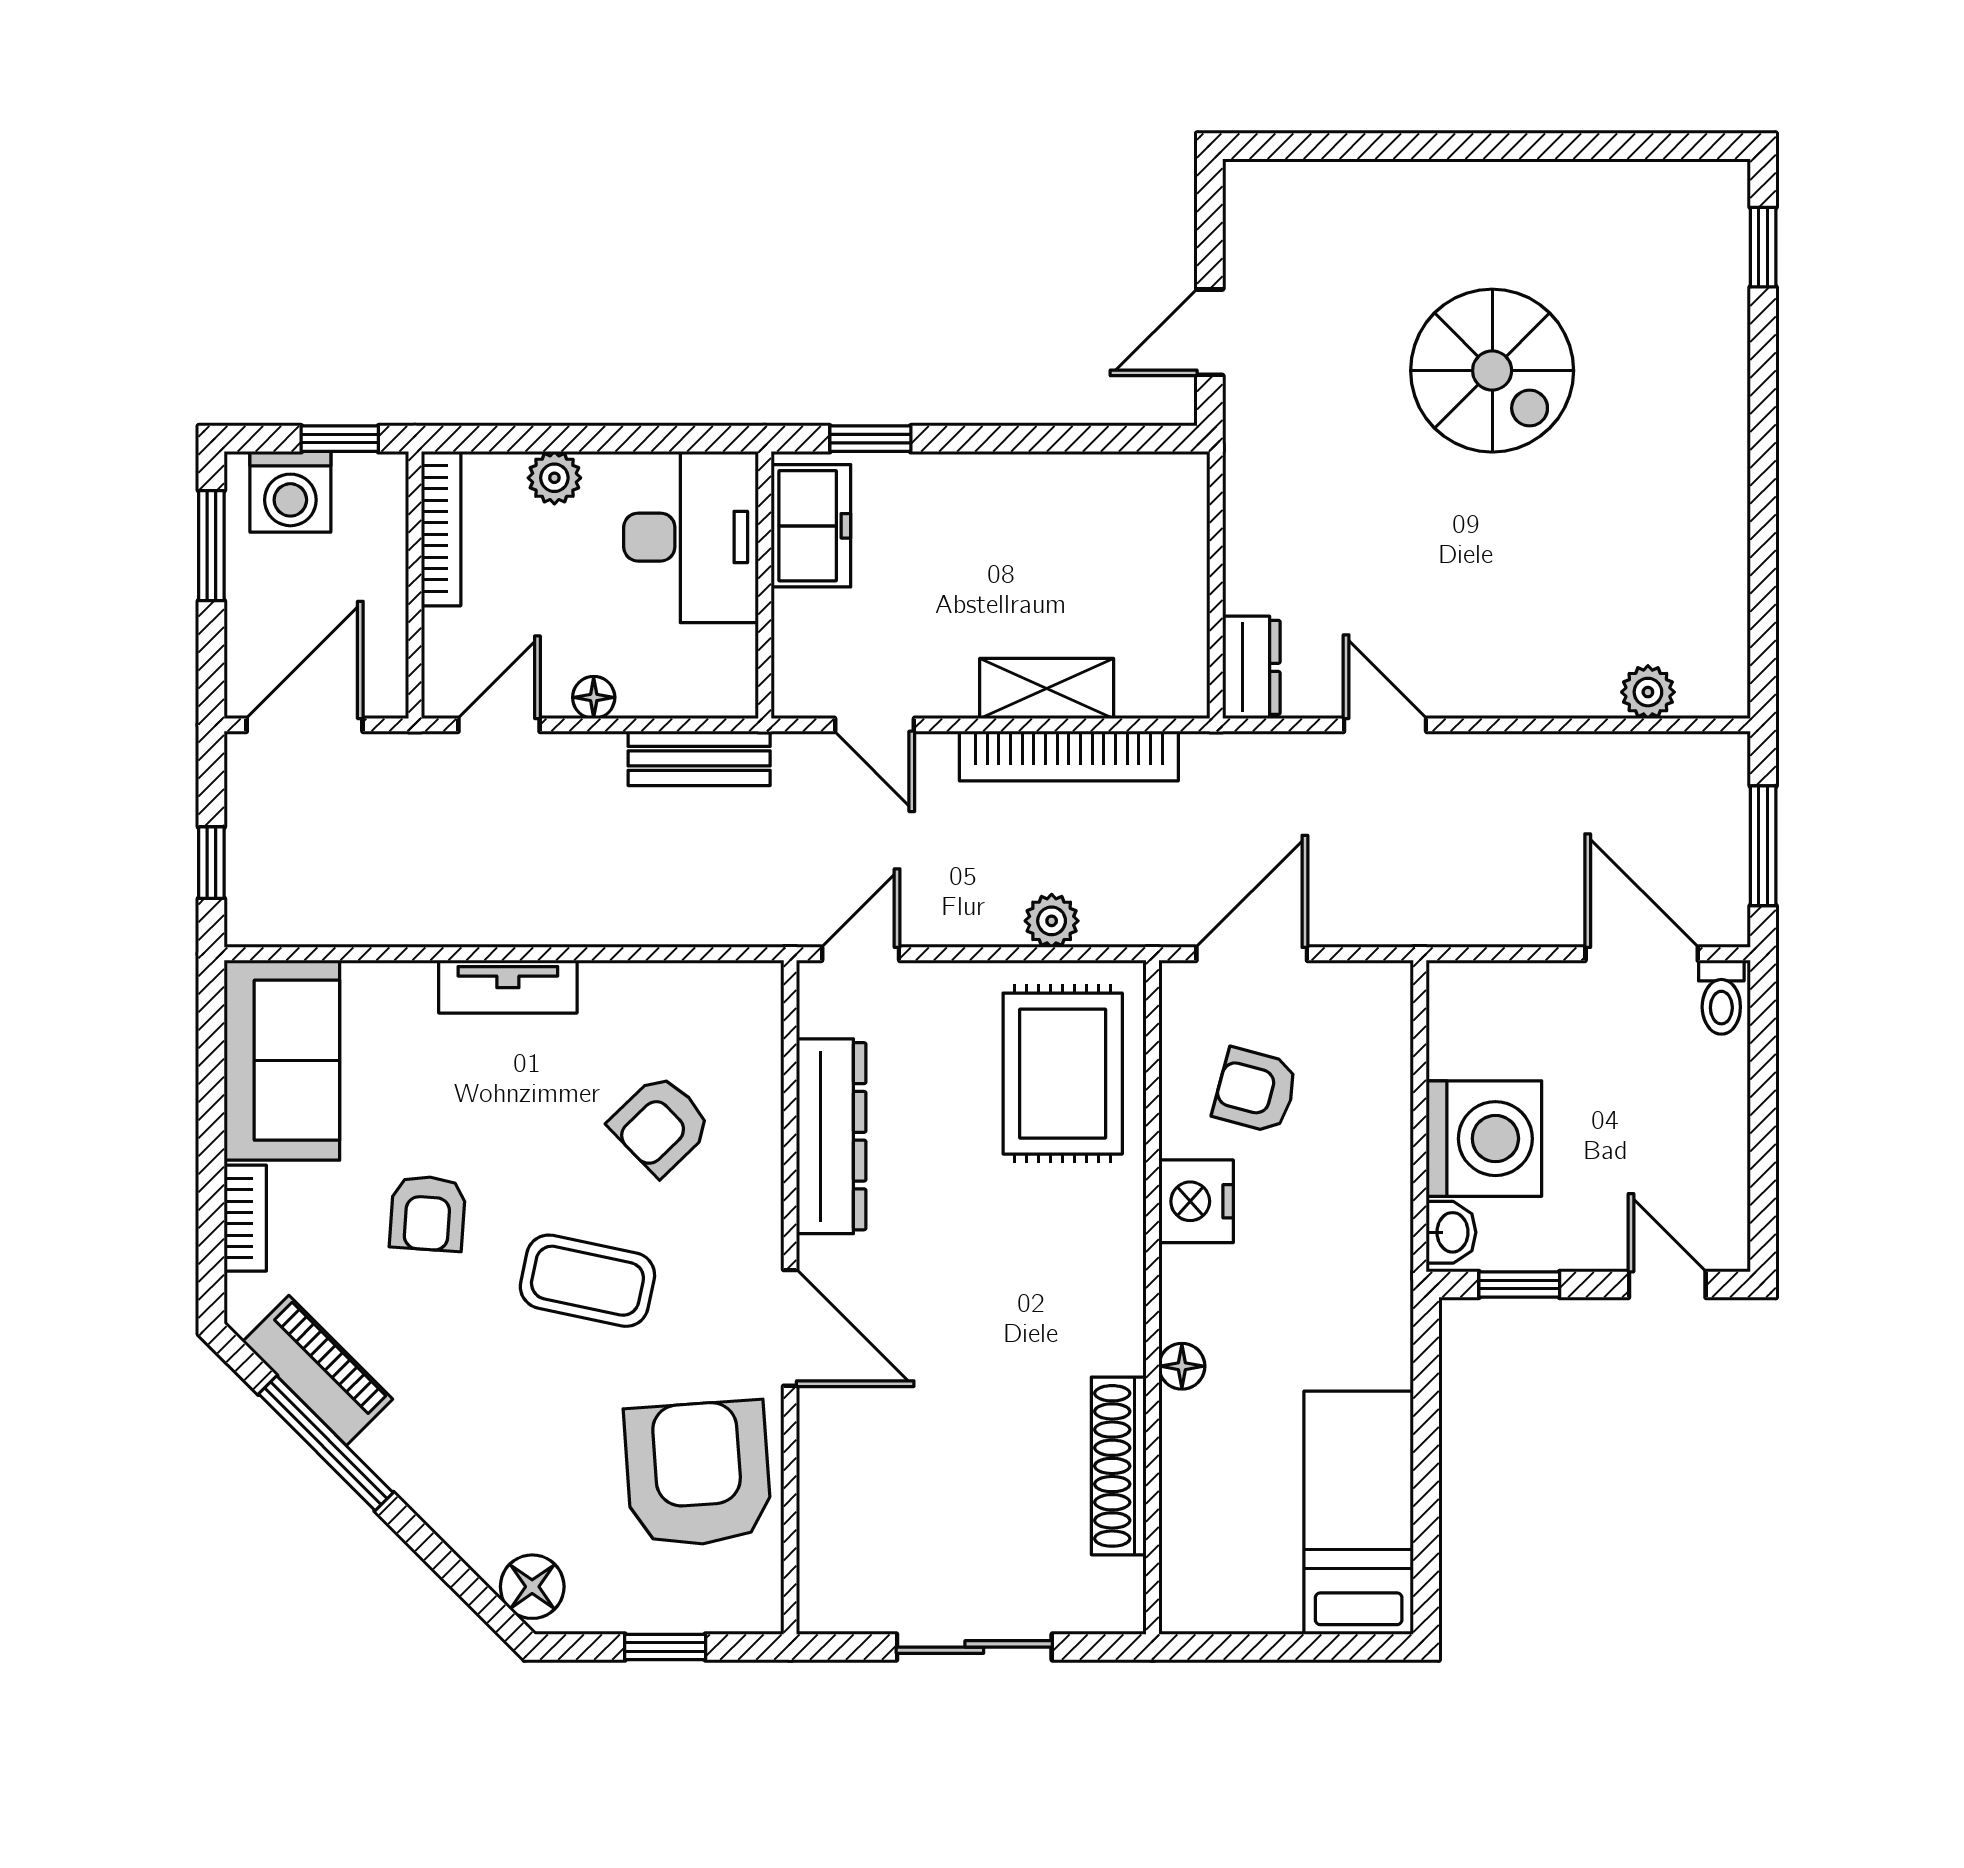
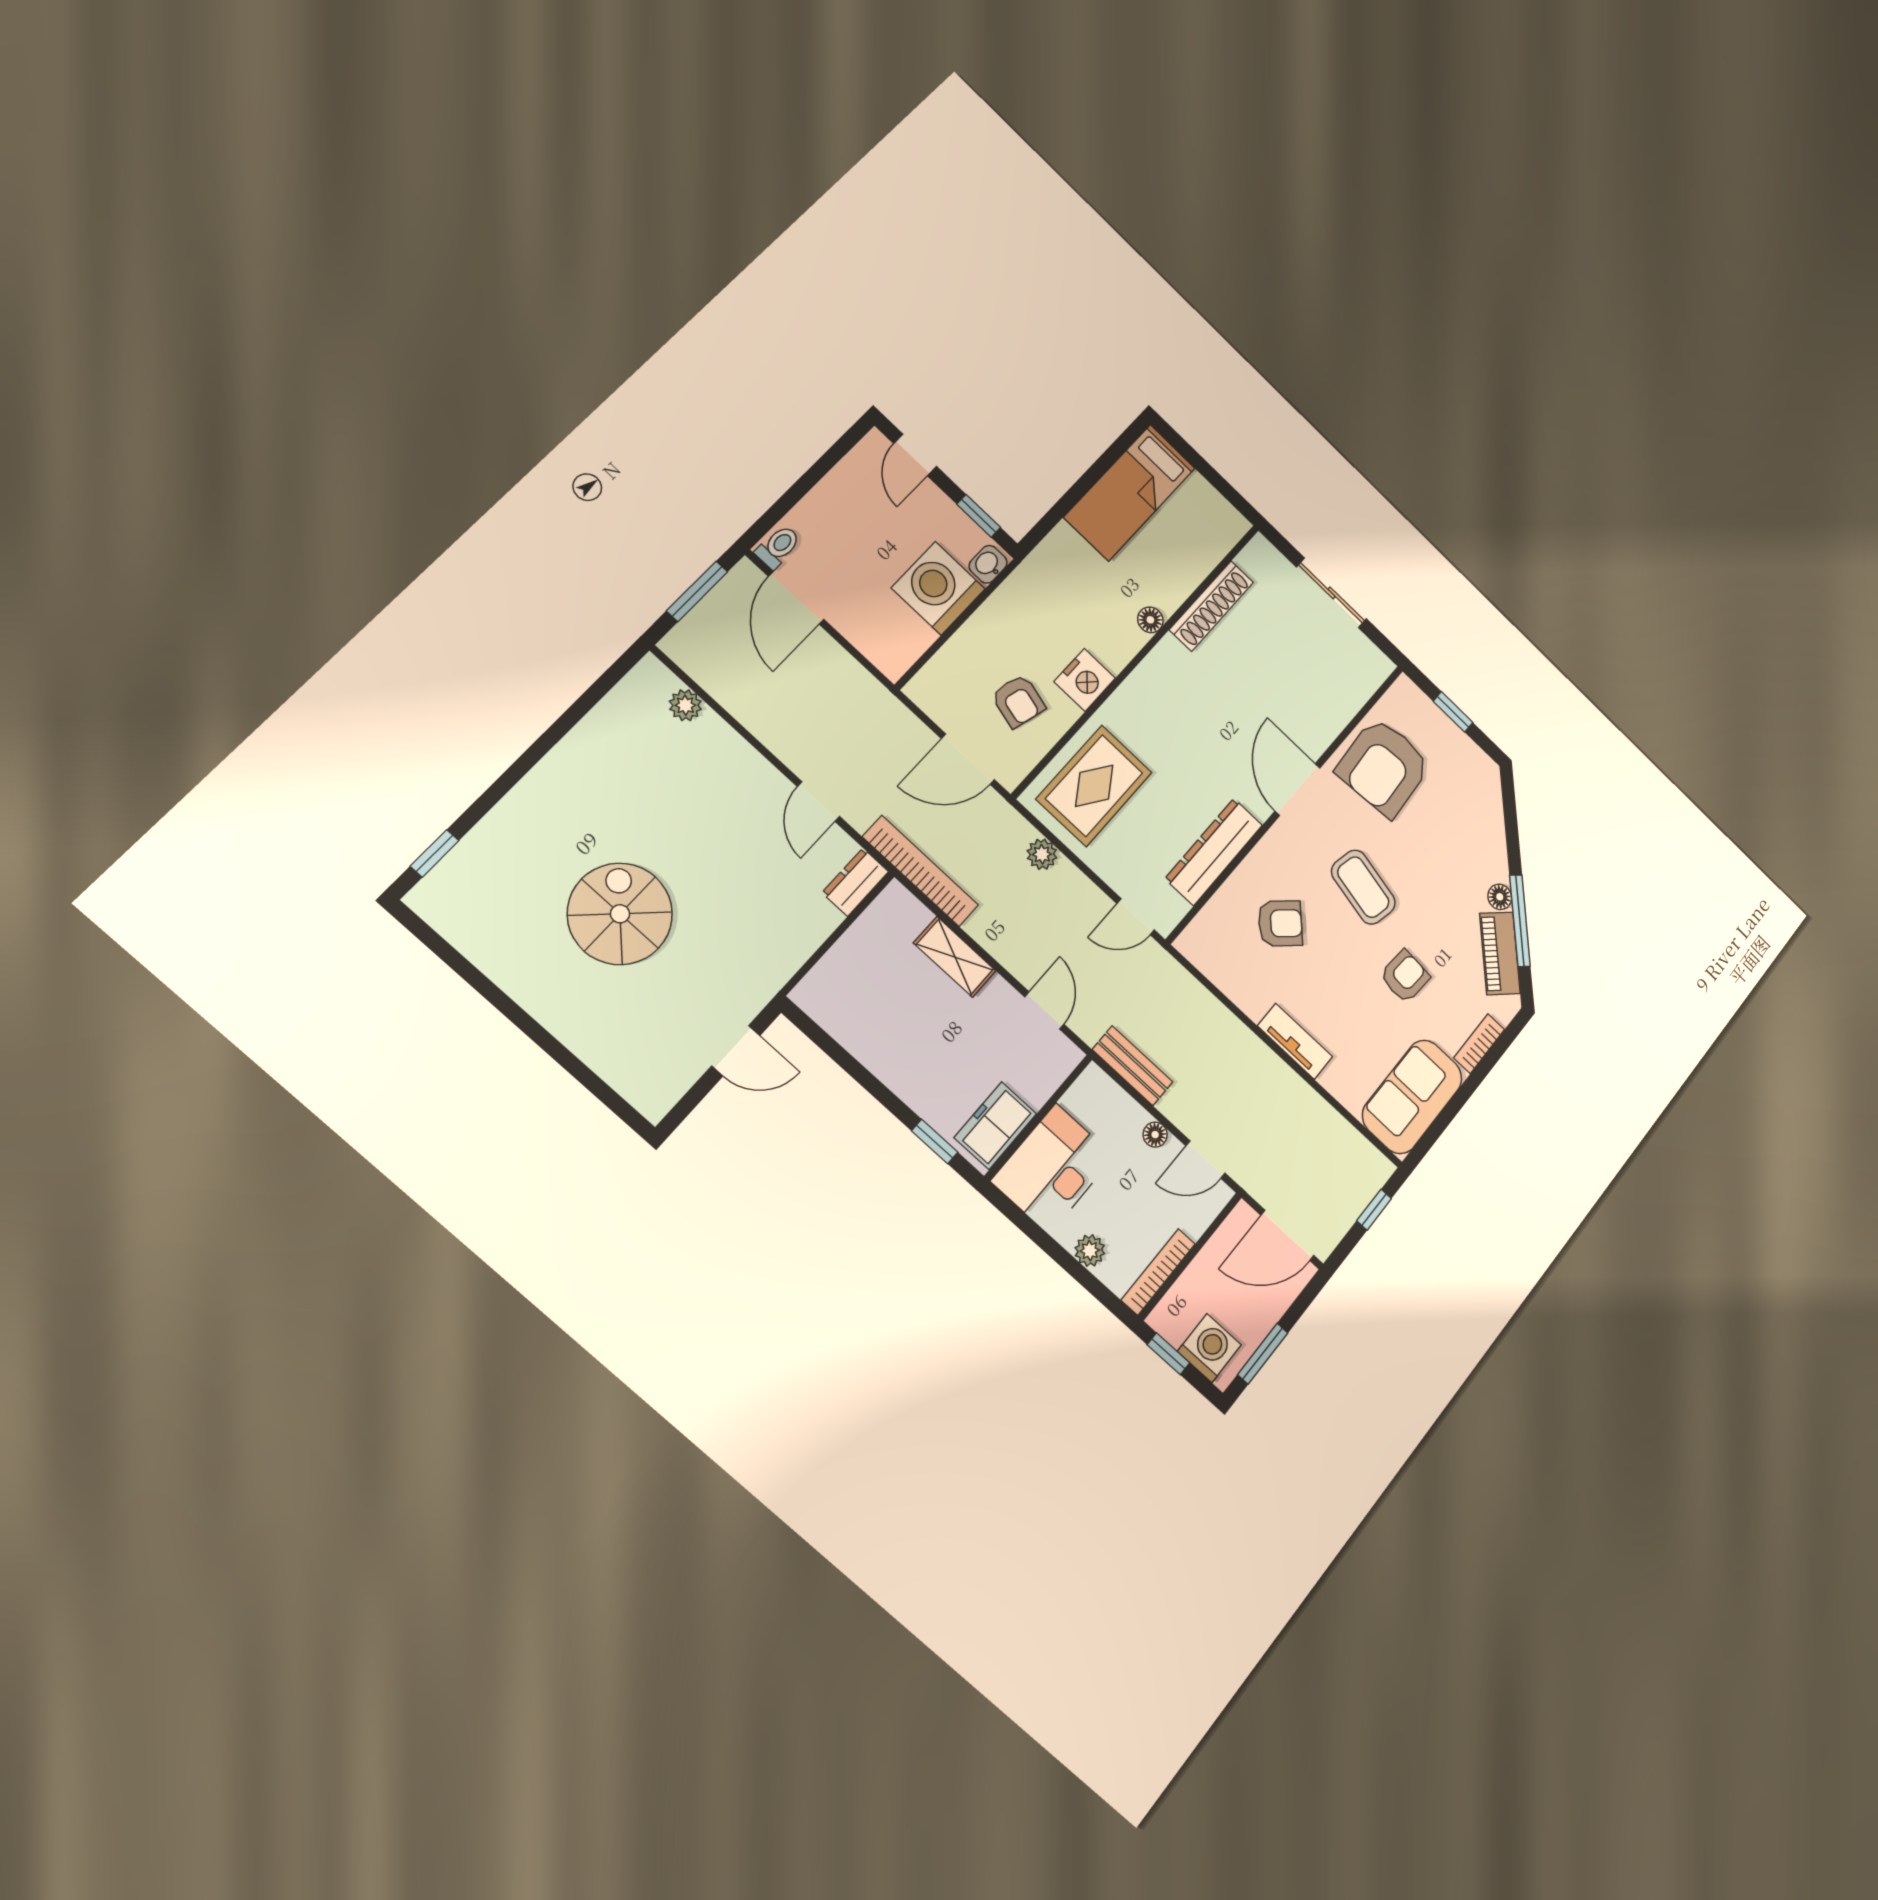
bookcase: (1069, 756) -> (920, 871), moved
floor lamp: (532, 1587) -> (1500, 897), moved, width x0.73, depth x0.73

